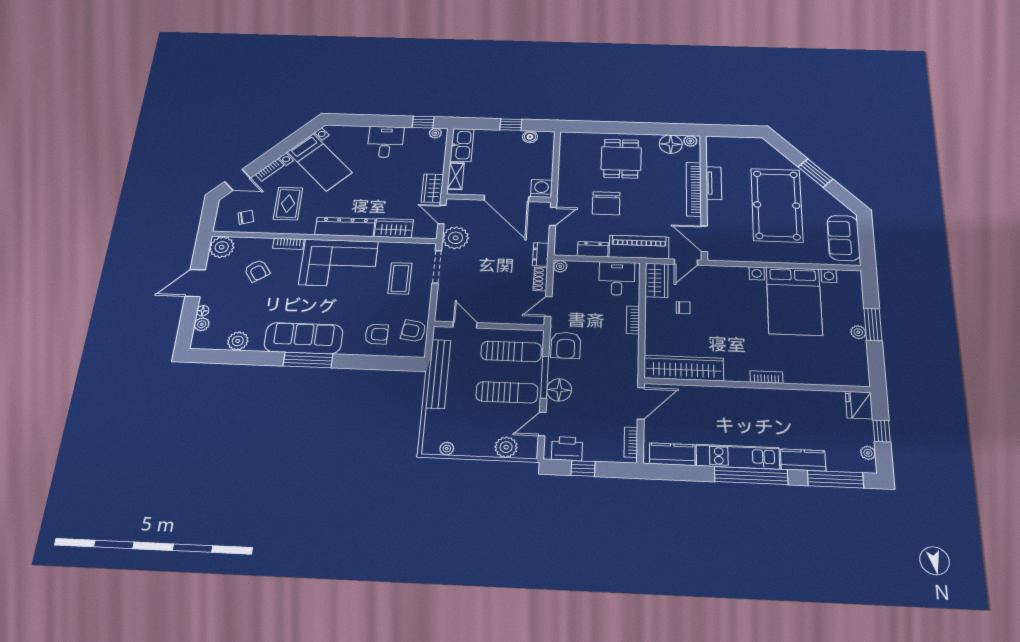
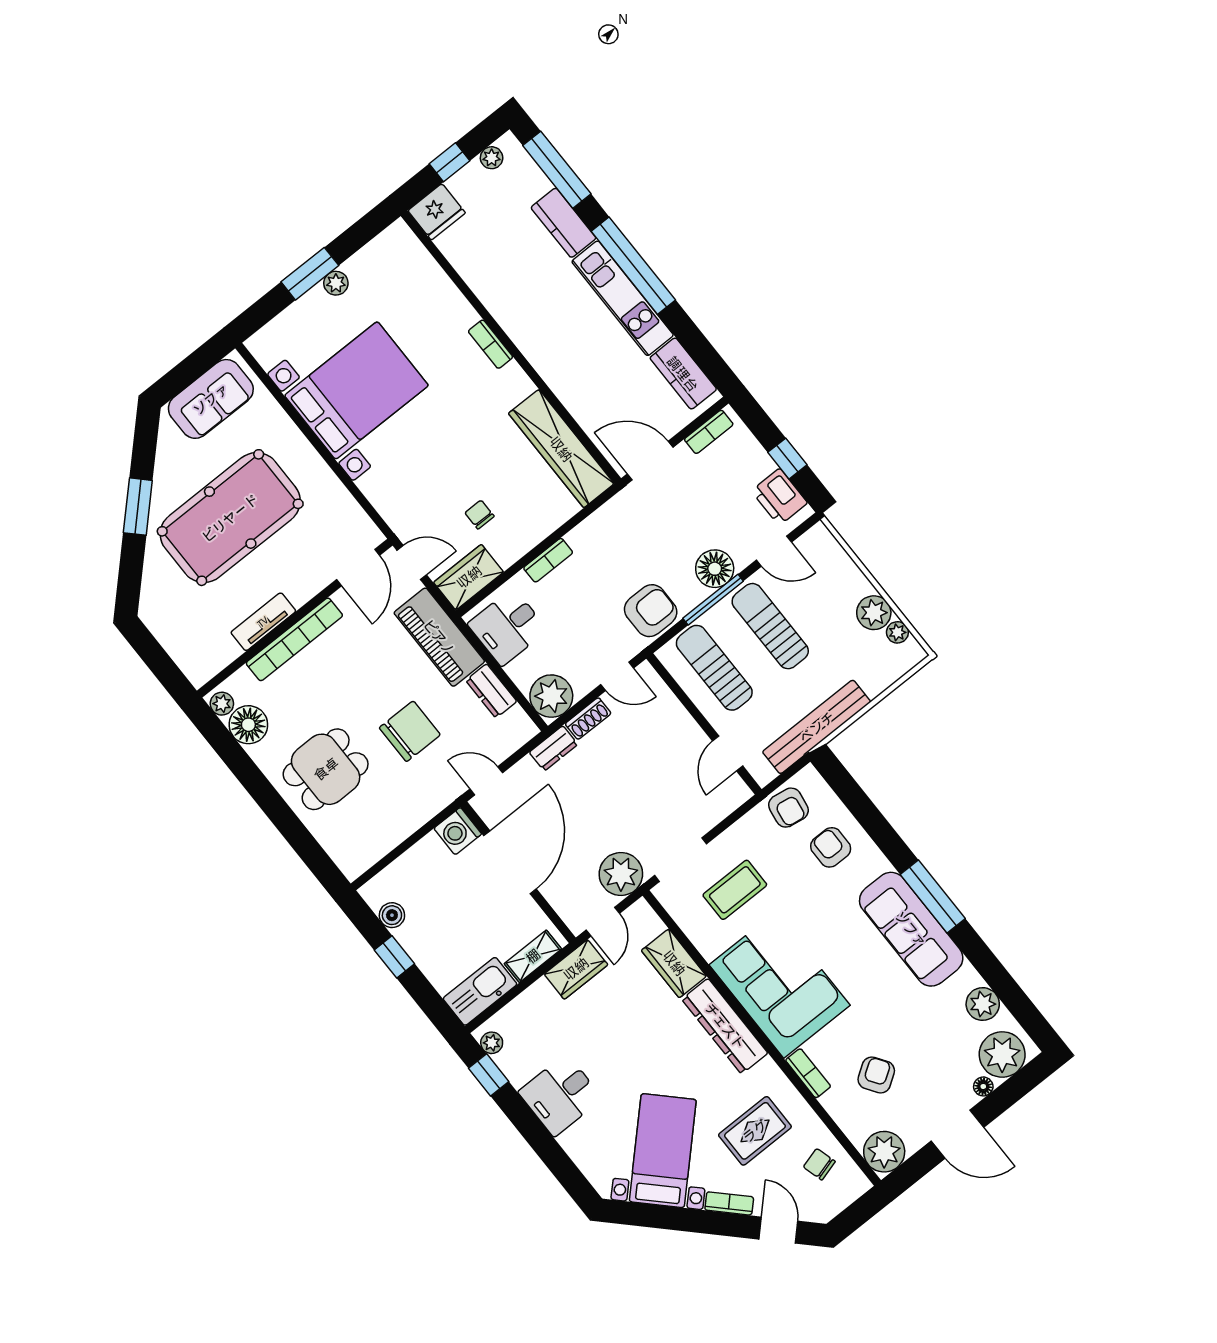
plant: (560, 266) -> (551, 696), width x1.88, depth x1.88
plant: (202, 324) -> (1002, 1054), width x1.88, depth x1.88
plant: (506, 447) -> (874, 613), moved

